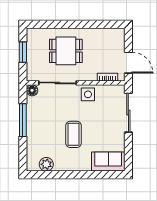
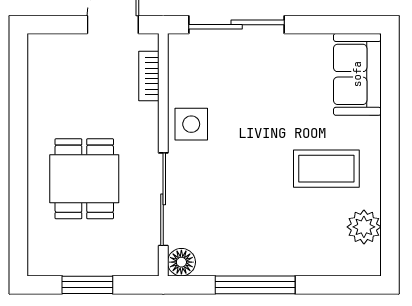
coffee table: (74, 134) -> (326, 169), moved

